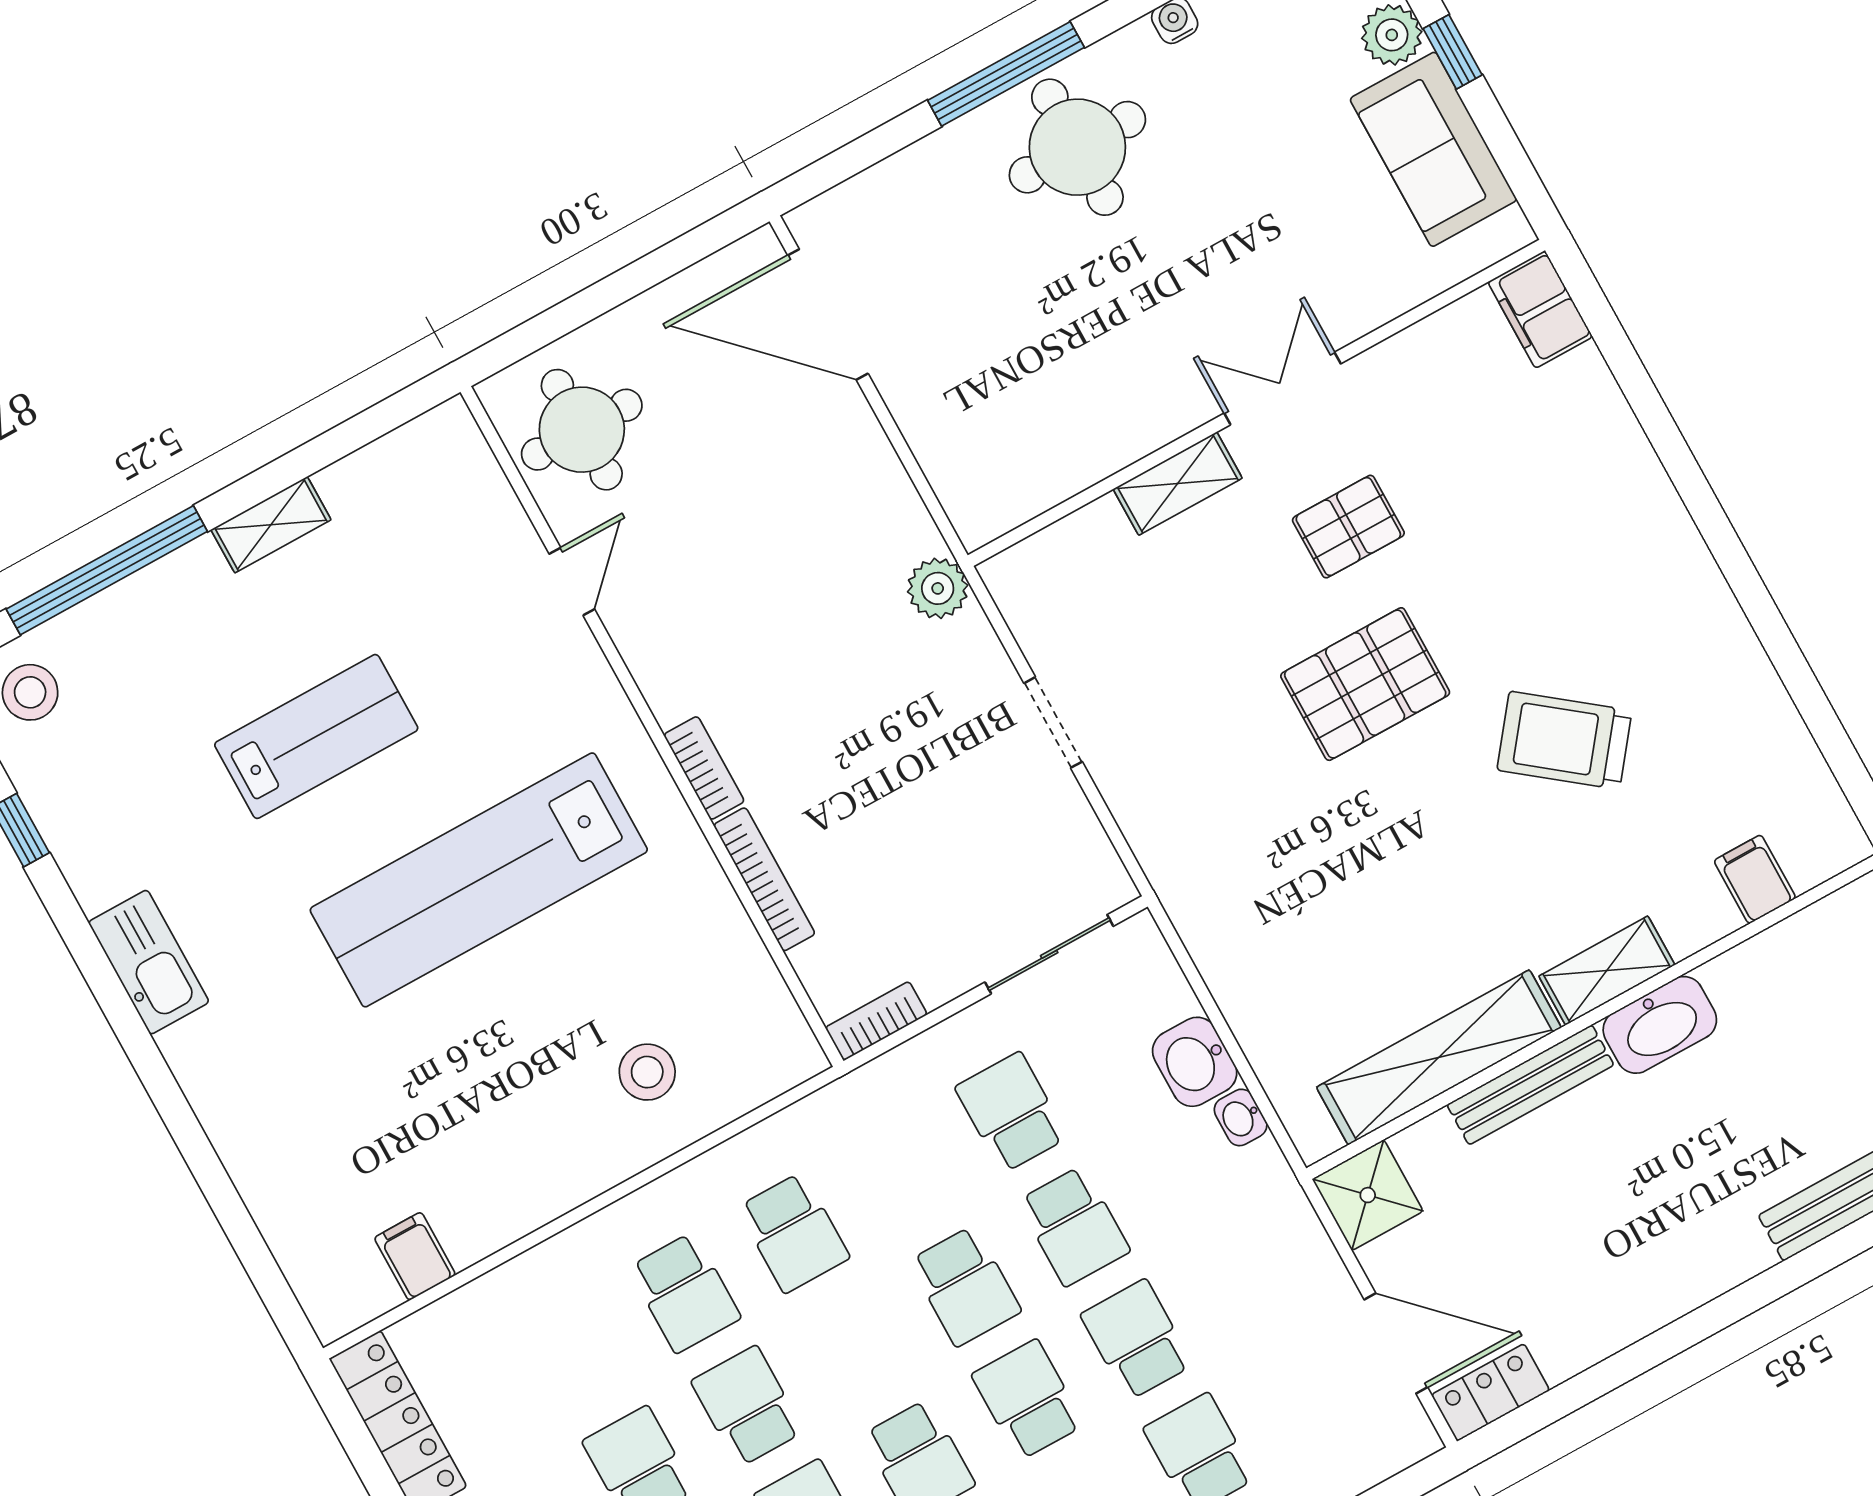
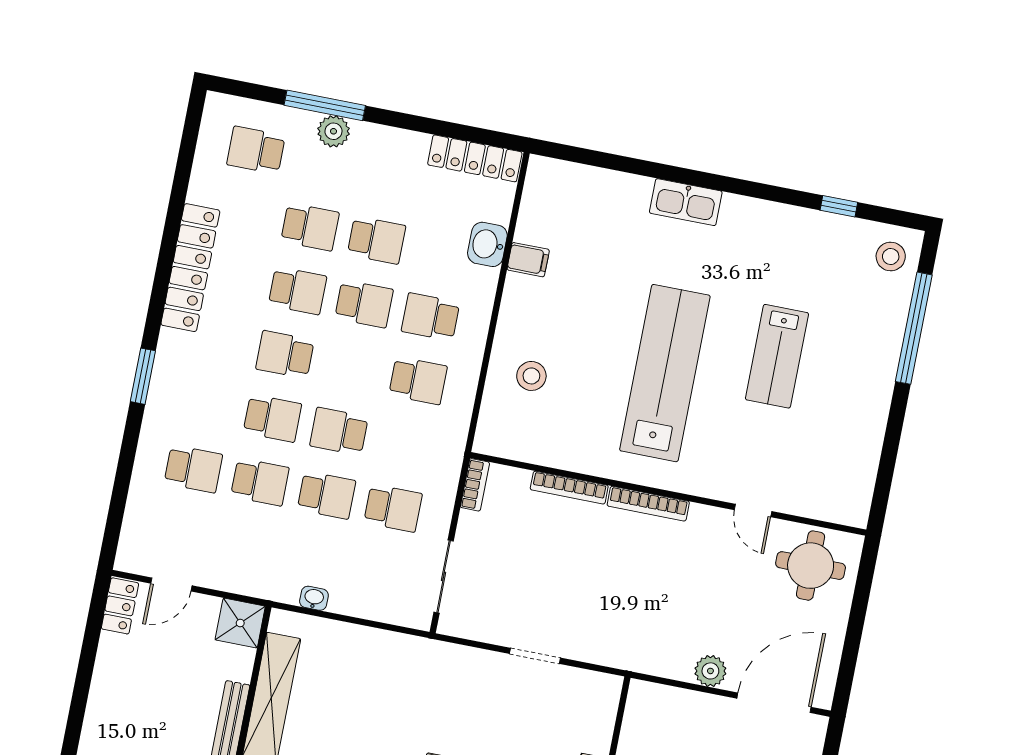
shelving: (271, 525) -> (877, 409), removed
plant: (938, 588) -> (710, 671), moved
bookcase: (704, 768) -> (648, 504), width x1.56
kitchen sink: (149, 962) -> (686, 202), moved
washbasin: (1195, 1062) -> (487, 244), moved, turned -90
school desk: (1074, 1226) -> (326, 495), turned 180
school desk: (794, 1233) -> (418, 381), turned 180
filing cabinet: (415, 1256) -> (528, 260), moved
door: (1396, 1343) -> (171, 584), width x0.73

